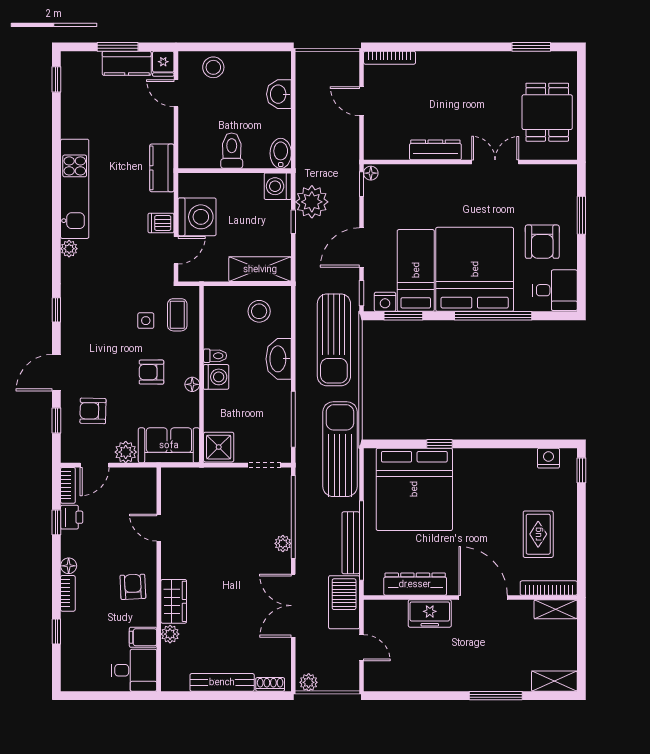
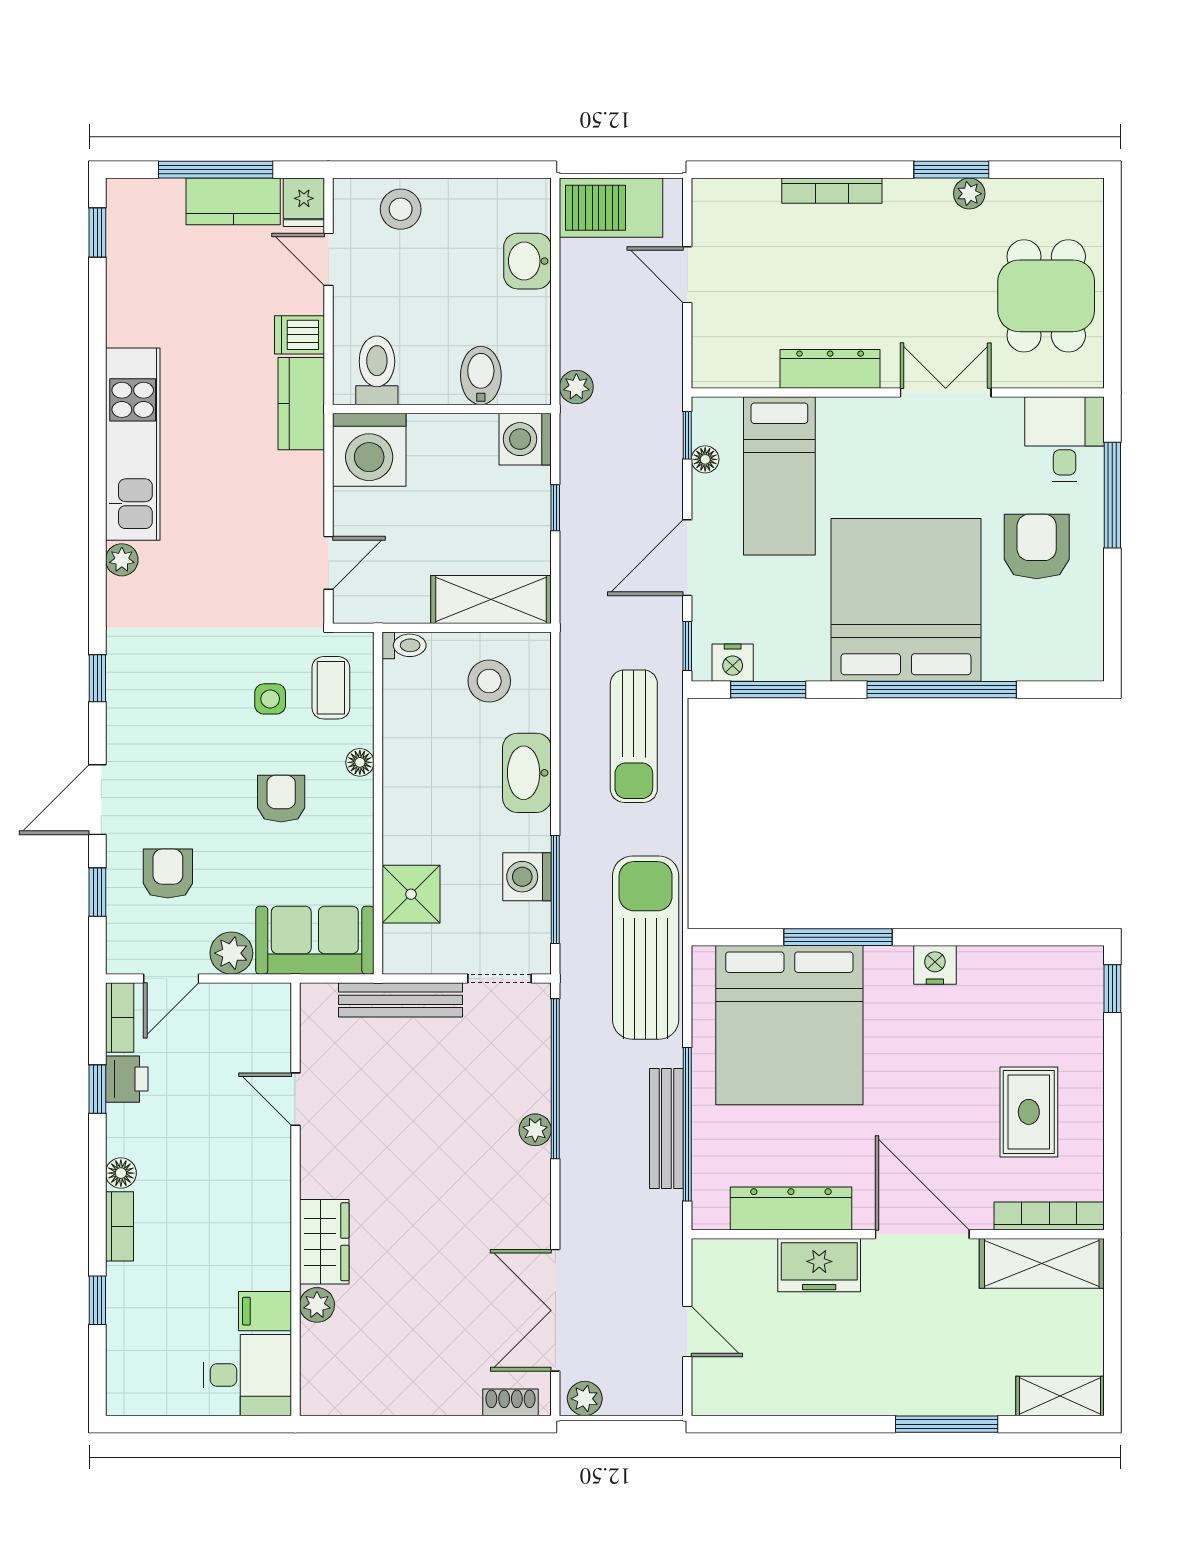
window: (118, 47) -> (216, 170), width x1.44
window: (531, 47) -> (951, 170), moved
bookcase: (390, 58) -> (832, 191), moved
plant: (507, 59) -> (969, 194), added
toilet: (232, 151) -> (377, 370), moved
bidet: (281, 153) -> (481, 376), moved
floor lamp: (371, 173) -> (705, 459), moved
plant: (312, 202) -> (576, 387), moved, width x0.53, depth x0.53
window: (581, 215) -> (1112, 495), width x1.44
washing machine: (197, 217) -> (369, 450), moved, turned 90
dishwasher: (161, 223) -> (299, 335), moved
armchair: (542, 242) -> (1037, 546), turned 180
bed: (416, 270) -> (779, 476), moved, turned 180
desk: (555, 290) -> (1065, 439), moved, turned -90
sun lounger: (334, 340) -> (634, 736), width x0.73, depth x0.75
toilet: (215, 356) -> (404, 645), moved
armchair: (151, 372) -> (281, 799), turned 90
washing machine: (216, 377) -> (527, 877), moved, turned 180
floor lamp: (192, 384) -> (360, 762), moved
armchair: (93, 411) -> (168, 874), turned 89
window: (440, 444) -> (838, 937), width x2.17
shower: (219, 447) -> (411, 894), moved
nightstand: (548, 458) -> (935, 965), moved
armchair: (133, 587) -> (245, 1214), removed
barbecue: (344, 602) -> (611, 208), moved, turned -90
double door: (293, 606) -> (555, 1310), moved
shelving: (556, 609) -> (1042, 1263), width x1.50, depth x1.33
bench: (222, 682) -> (400, 1000), moved

